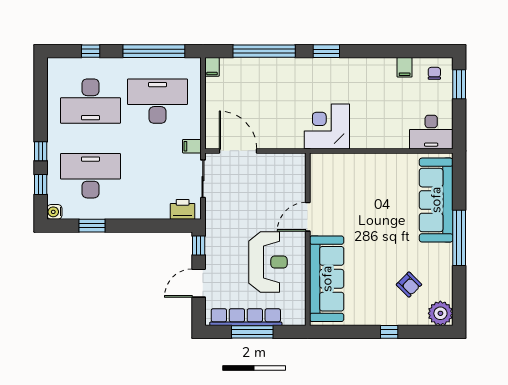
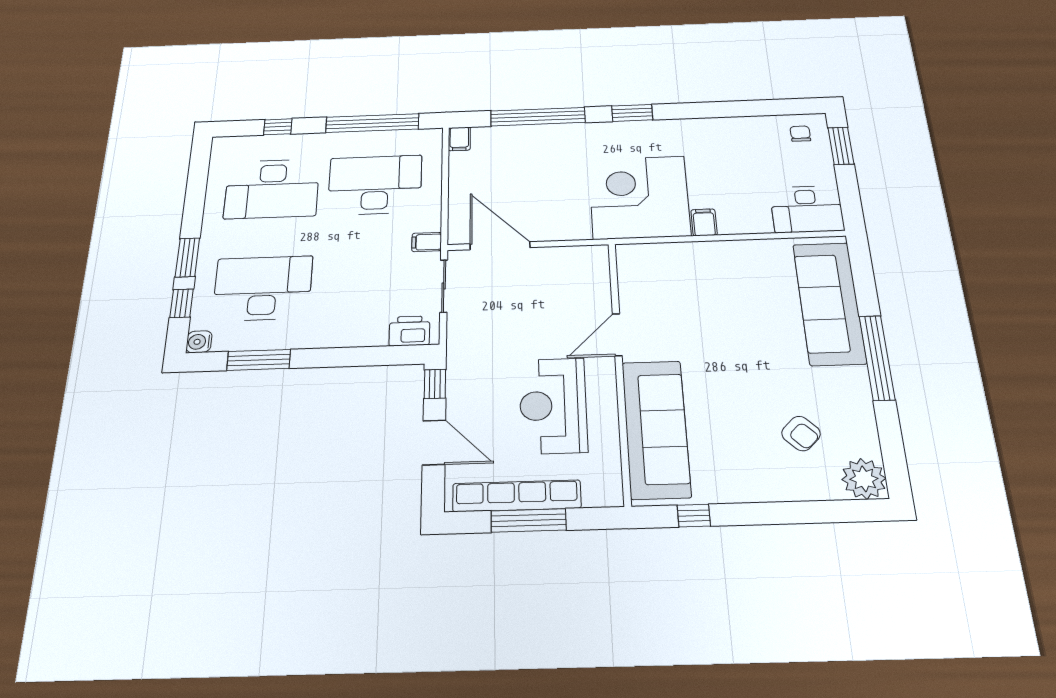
filing cabinet: (405, 67) -> (704, 222), moved, turned 180
corner desk: (327, 126) -> (639, 197), width x1.36, depth x1.36
window: (41, 151) -> (187, 257), width x1.50
window: (92, 226) -> (259, 360), width x1.44
reception desk: (268, 262) -> (553, 406), turned 180
door: (199, 283) -> (434, 442), swing flipped
window: (389, 332) -> (694, 516), moved

